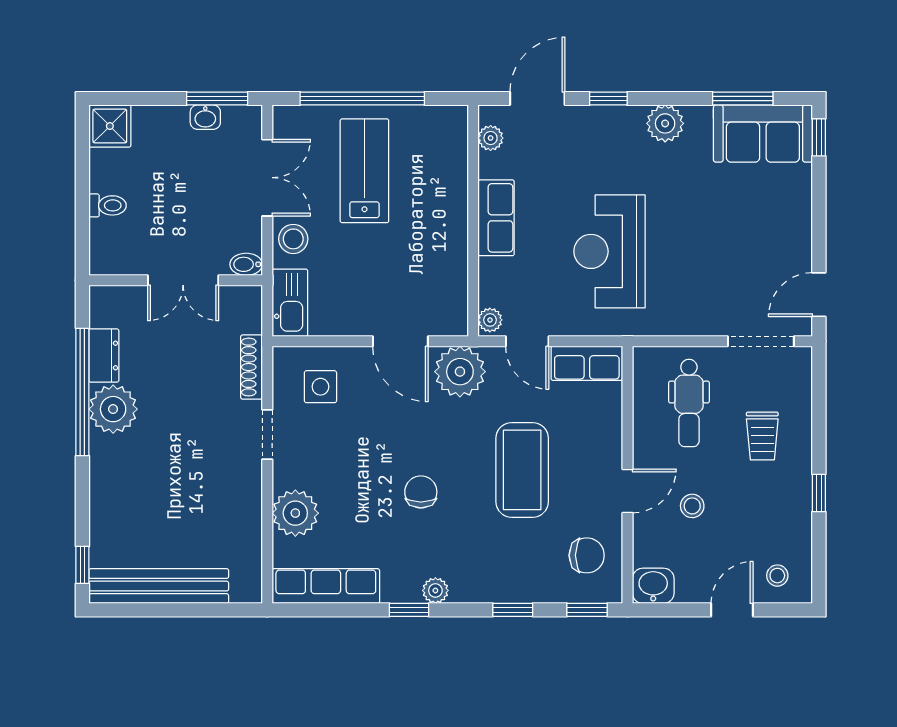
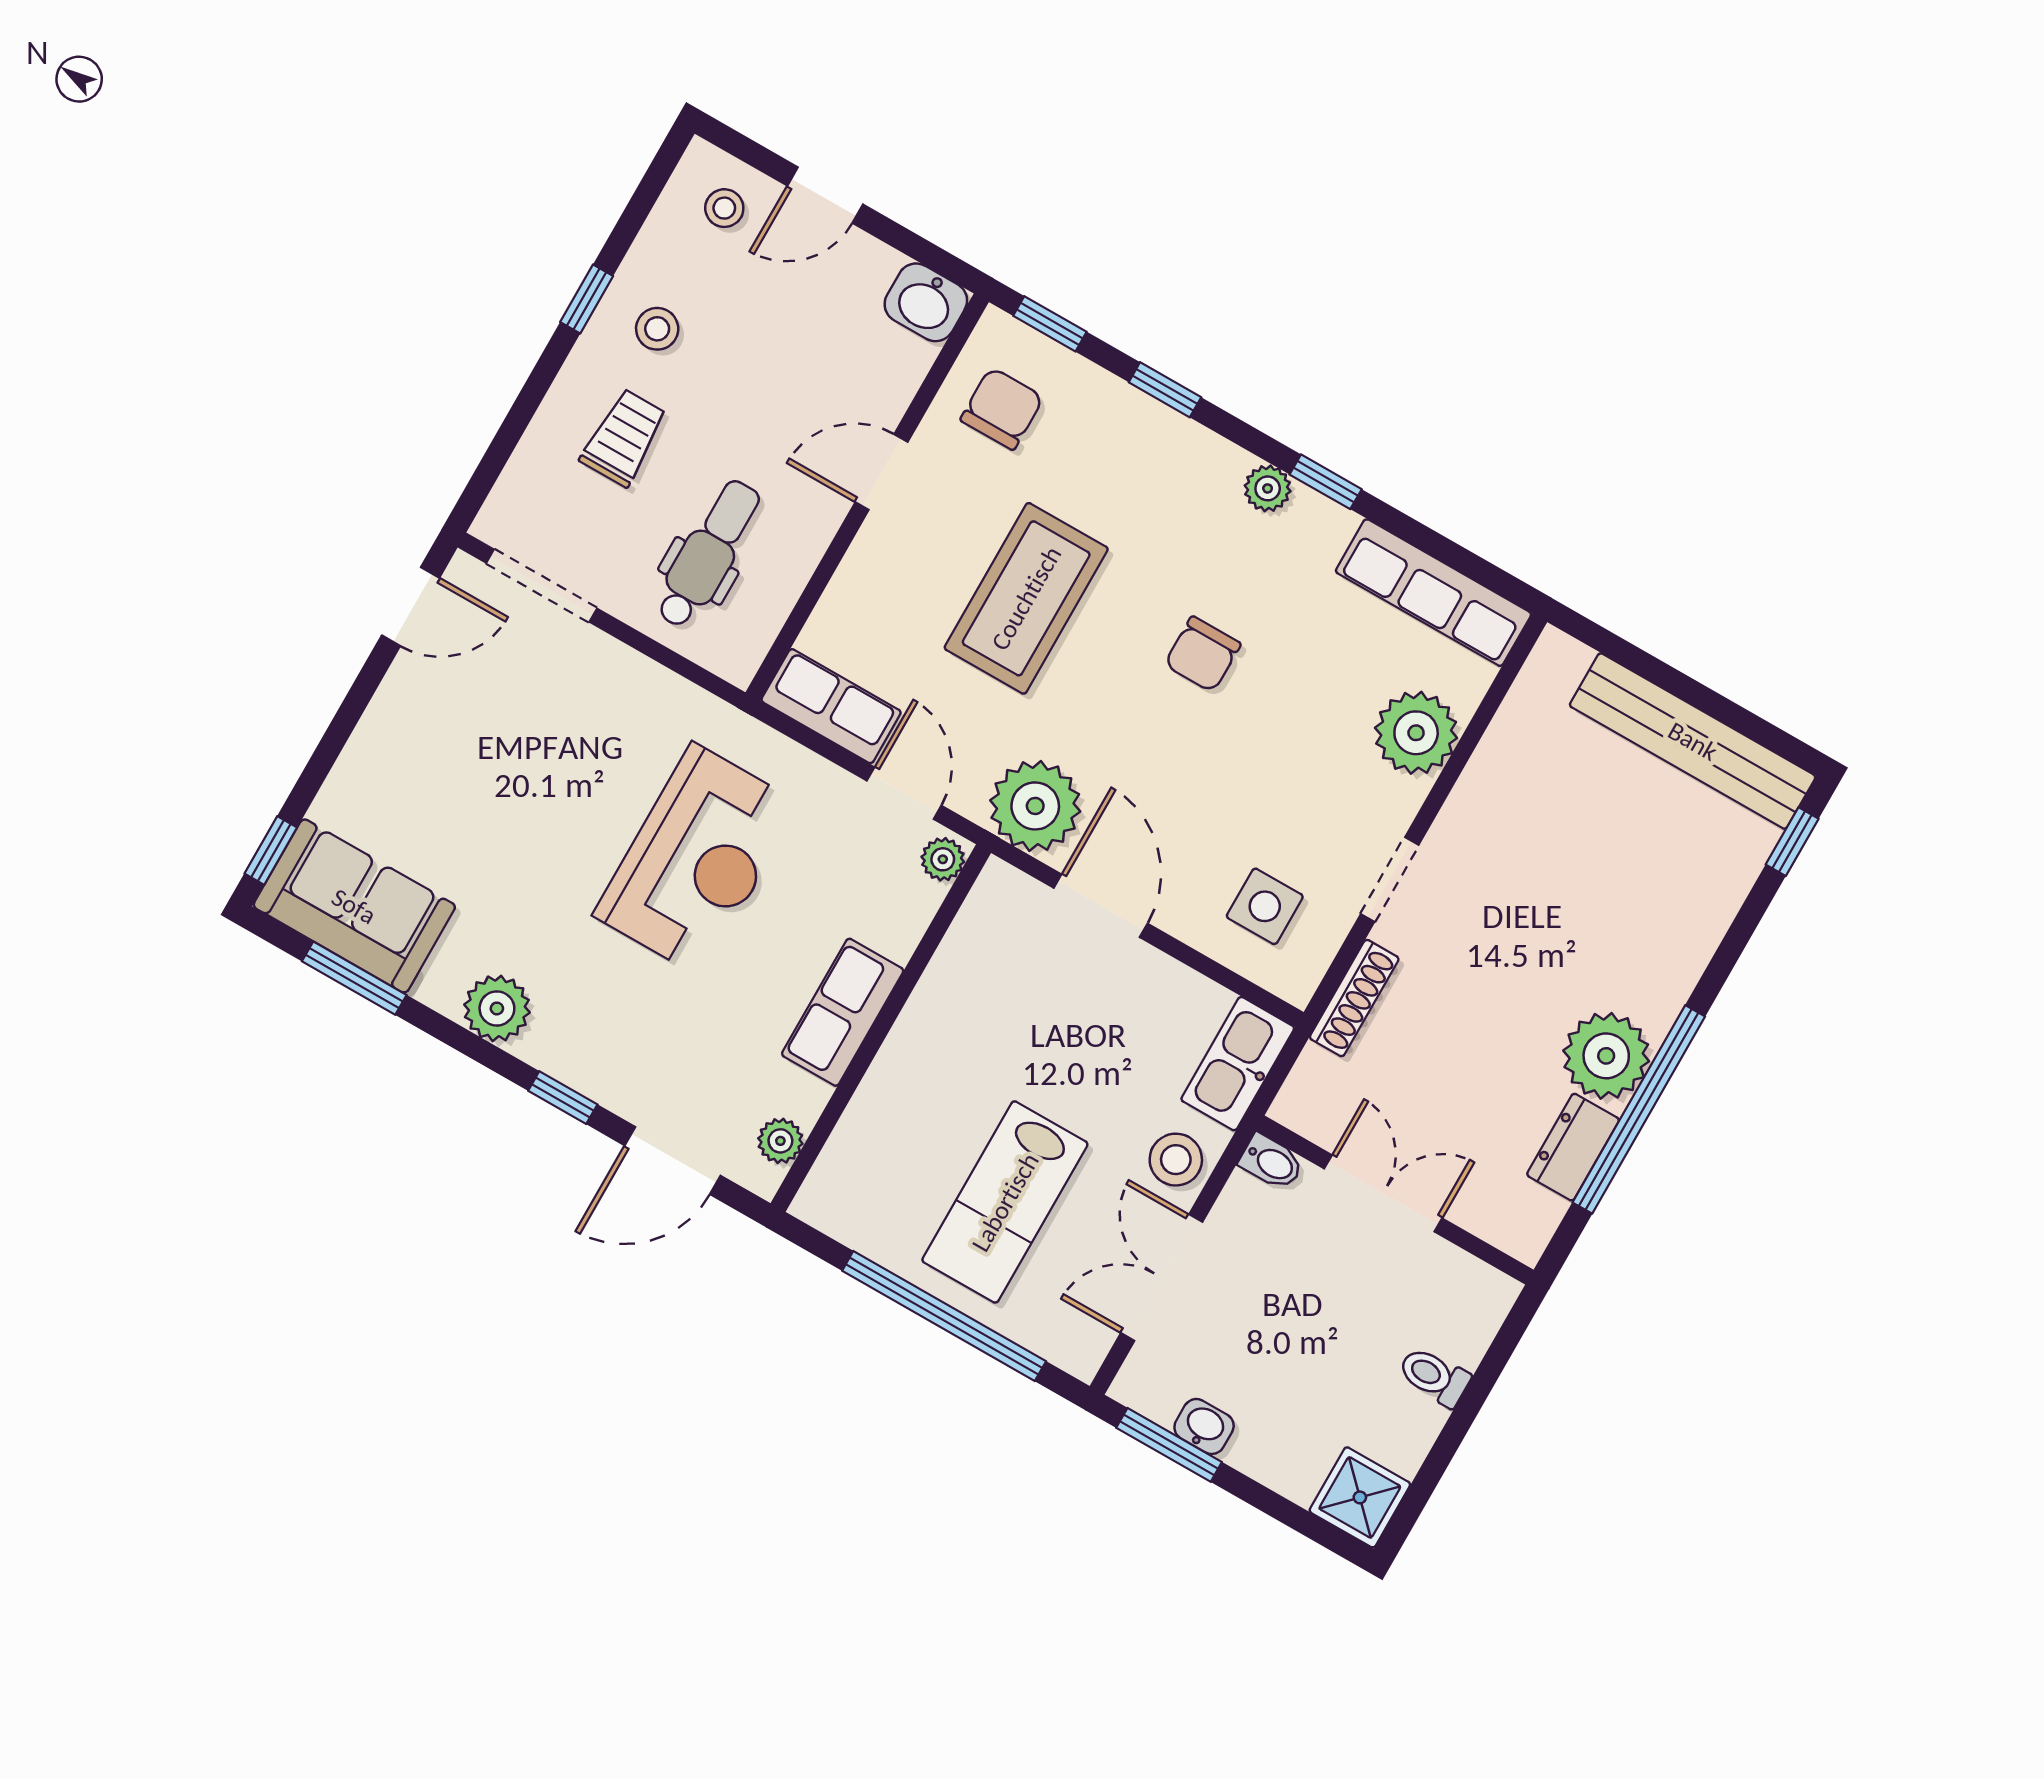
stool: (692, 506) -> (657, 329), moved
chair: (587, 555) -> (1002, 409), turned 90

